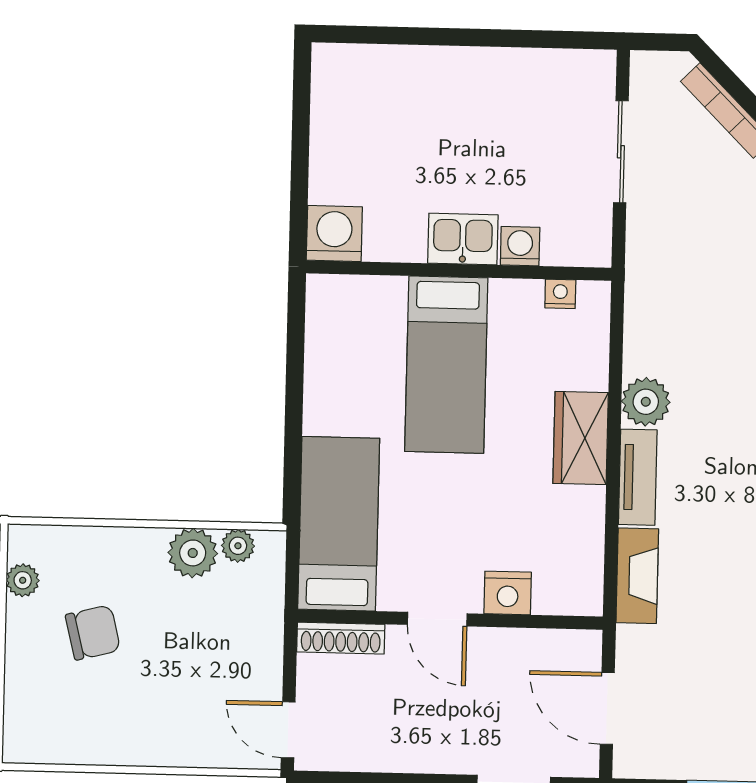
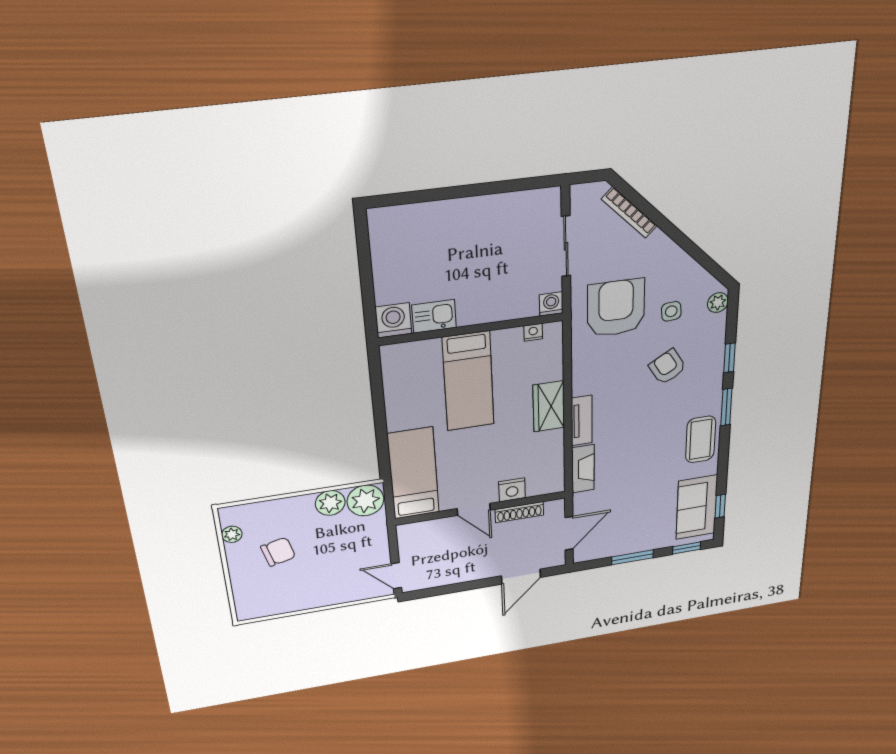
kitchen sink: (463, 239) -> (434, 316), moved
washing machine: (520, 246) -> (551, 304), moved
armchair: (702, 274) -> (616, 308), added
plant: (646, 402) -> (585, 381), removed
plant: (238, 546) -> (365, 500), width x1.88, depth x1.88
shoe rack: (341, 638) -> (519, 512), moved
door: (607, 708) -> (569, 533), swing flipped

